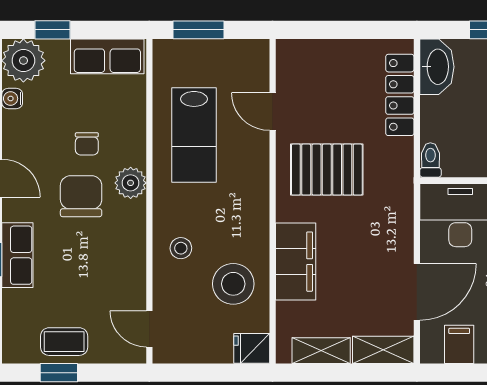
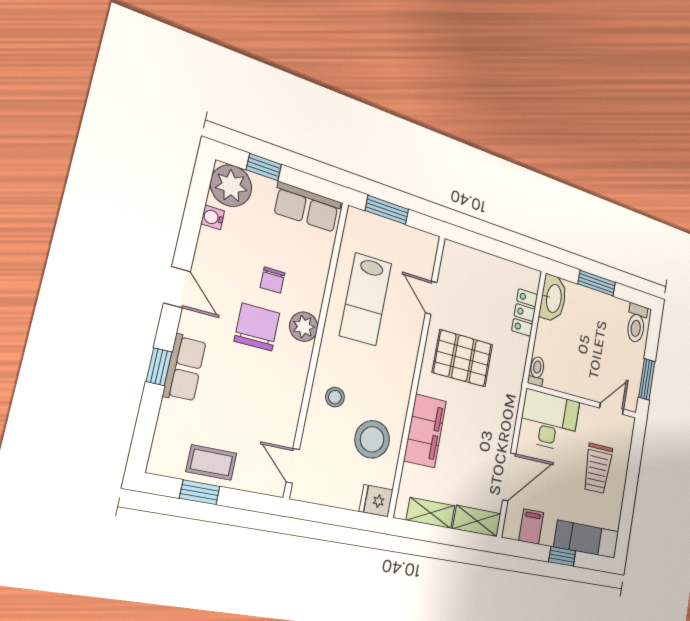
locker: (400, 95) -> (525, 313), width x0.66

